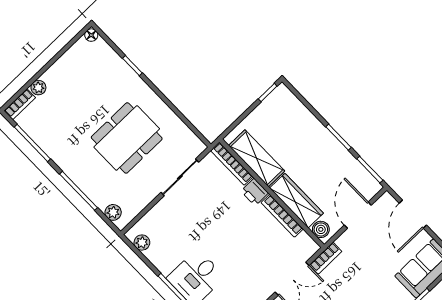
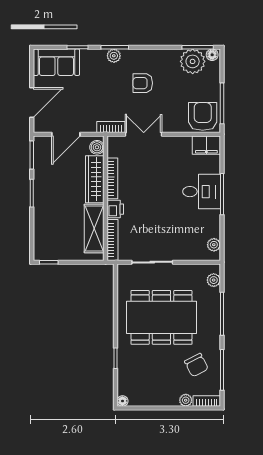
chair: (58, 126) -> (196, 365), added
dining table: (127, 138) -> (161, 317), width x1.36, depth x1.24

